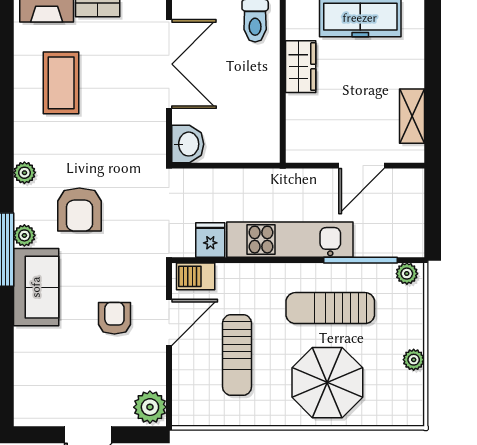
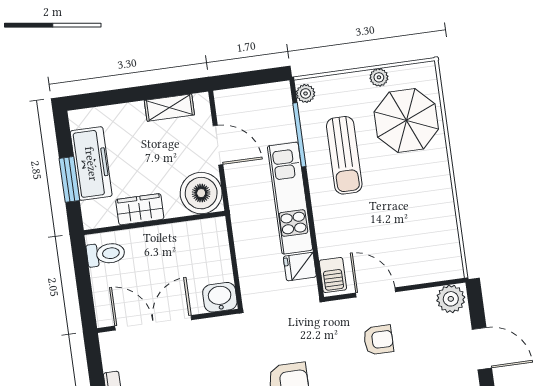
boiler: (310, 139) -> (201, 193), added
armchair: (114, 318) -> (378, 340), turned 180
sun lounger: (237, 355) -> (396, 230), removed
parasol: (327, 383) -> (406, 120), moved

